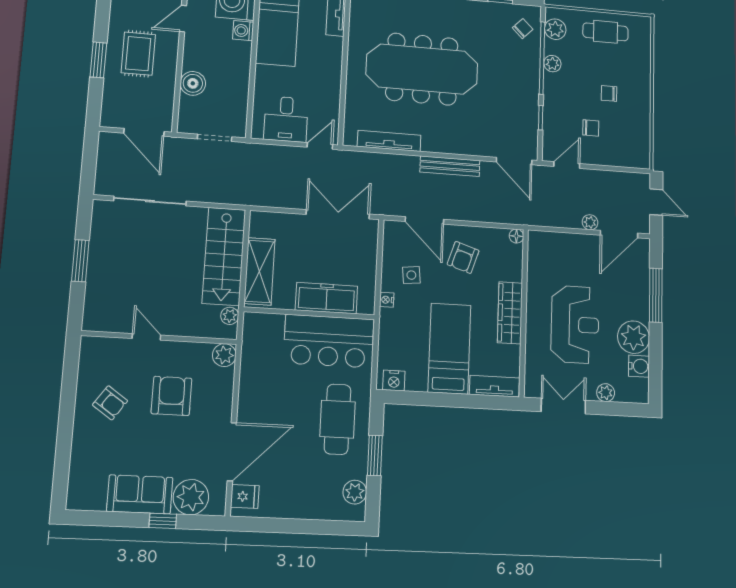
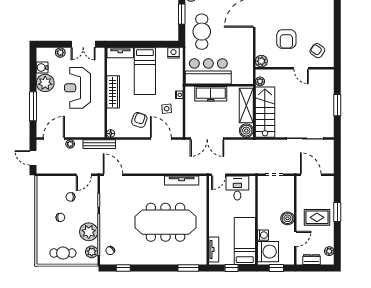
rug: (138, 54) -> (317, 217), turned 90
plant: (552, 64) -> (89, 232), width x1.88, depth x1.88
boiler: (193, 83) -> (287, 218), moved
bench: (450, 166) -> (99, 144), moved
boiler: (262, 224) -> (246, 131), added
armchair: (110, 403) -> (317, 51), moved

